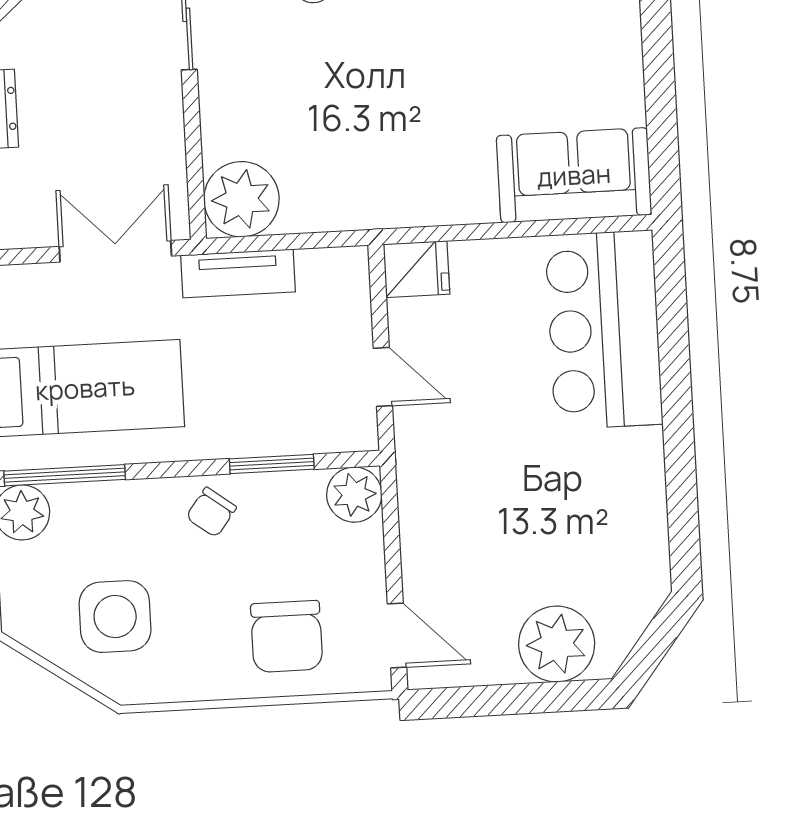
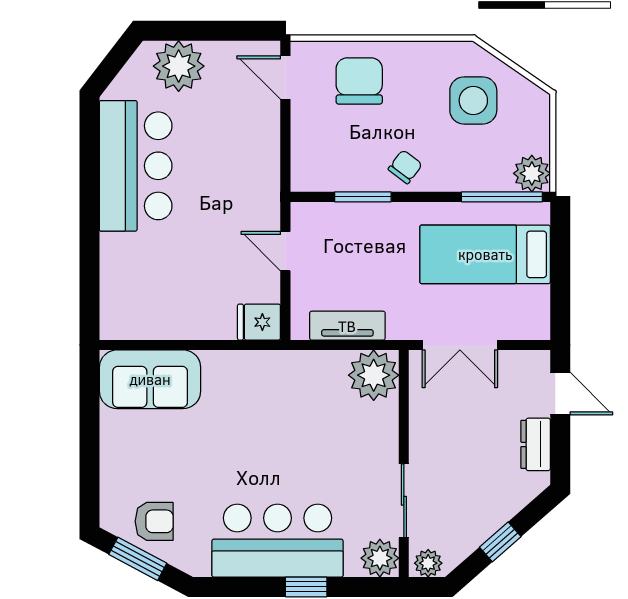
tv unit: (238, 273) -> (347, 326), moved
bar counter: (604, 330) -> (136, 166), moved
plant: (354, 495) -> (309, 173), removed

